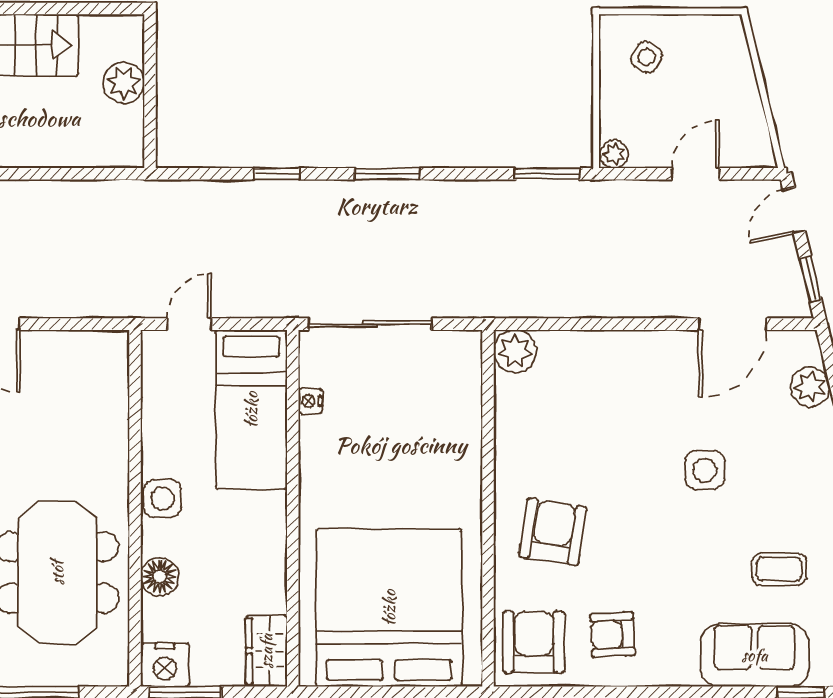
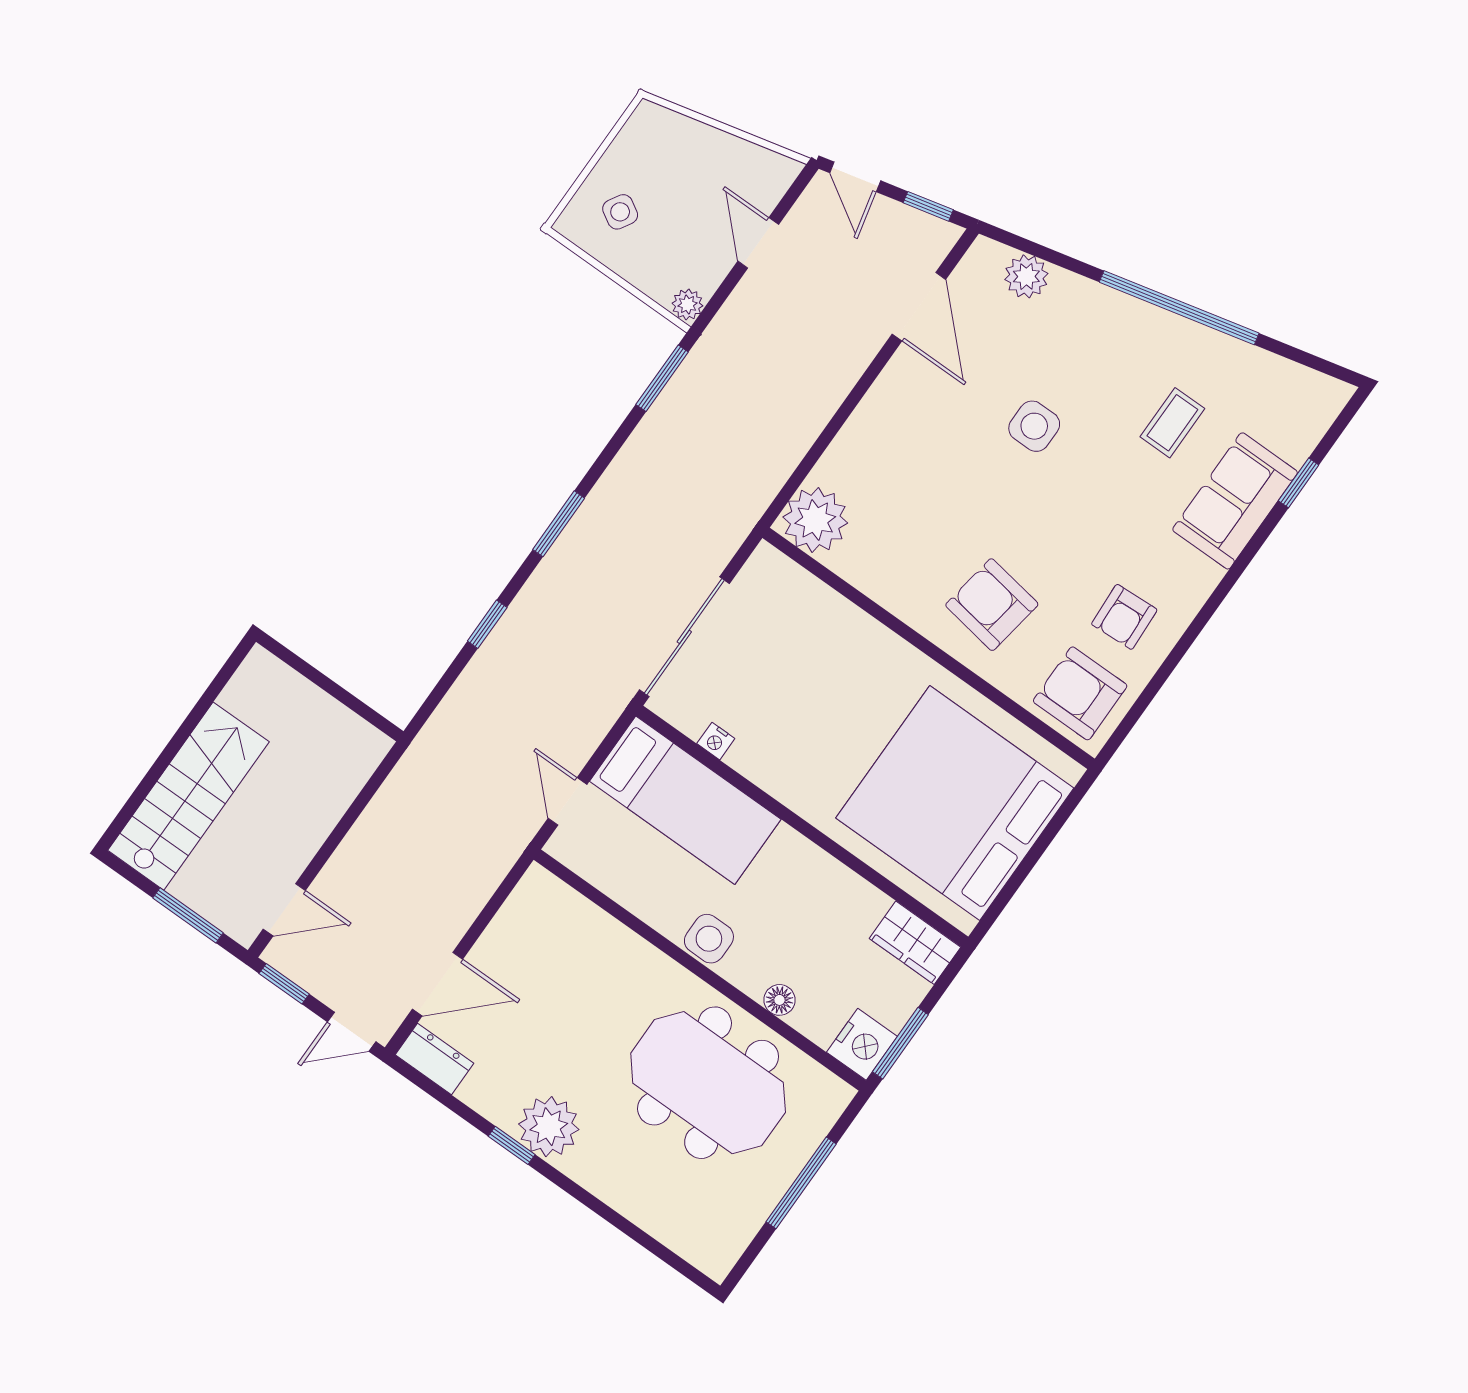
plant: (124, 83) -> (305, 705), removed
plant: (515, 351) -> (815, 520), width x1.36, depth x1.36
floor lamp: (160, 577) -> (779, 1000), width x0.73, depth x0.73

